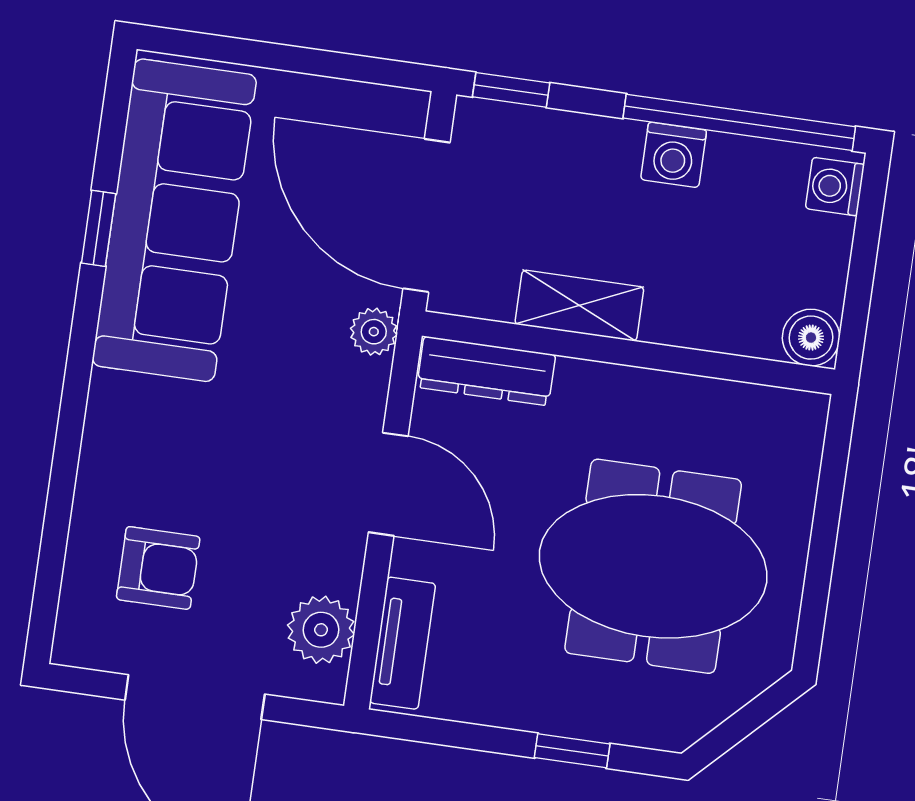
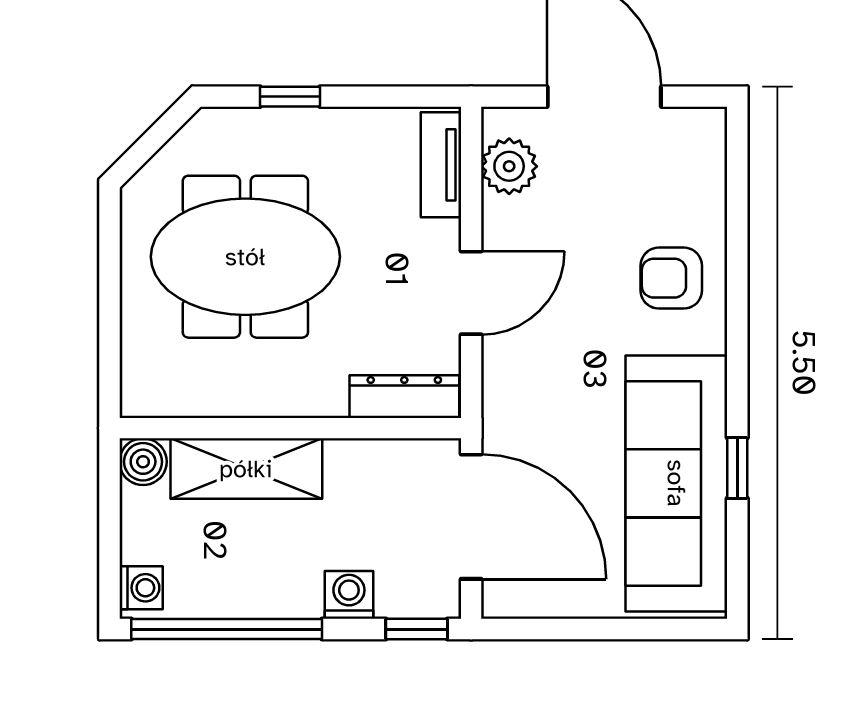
washing machine: (674, 155) -> (349, 595), moved
shelving: (579, 306) -> (246, 469), moved, width x1.50, depth x1.33
plant: (374, 332) -> (501, 416), removed
door: (388, 484) -> (471, 293), swing flipped
armchair: (158, 568) -> (671, 278), moved

